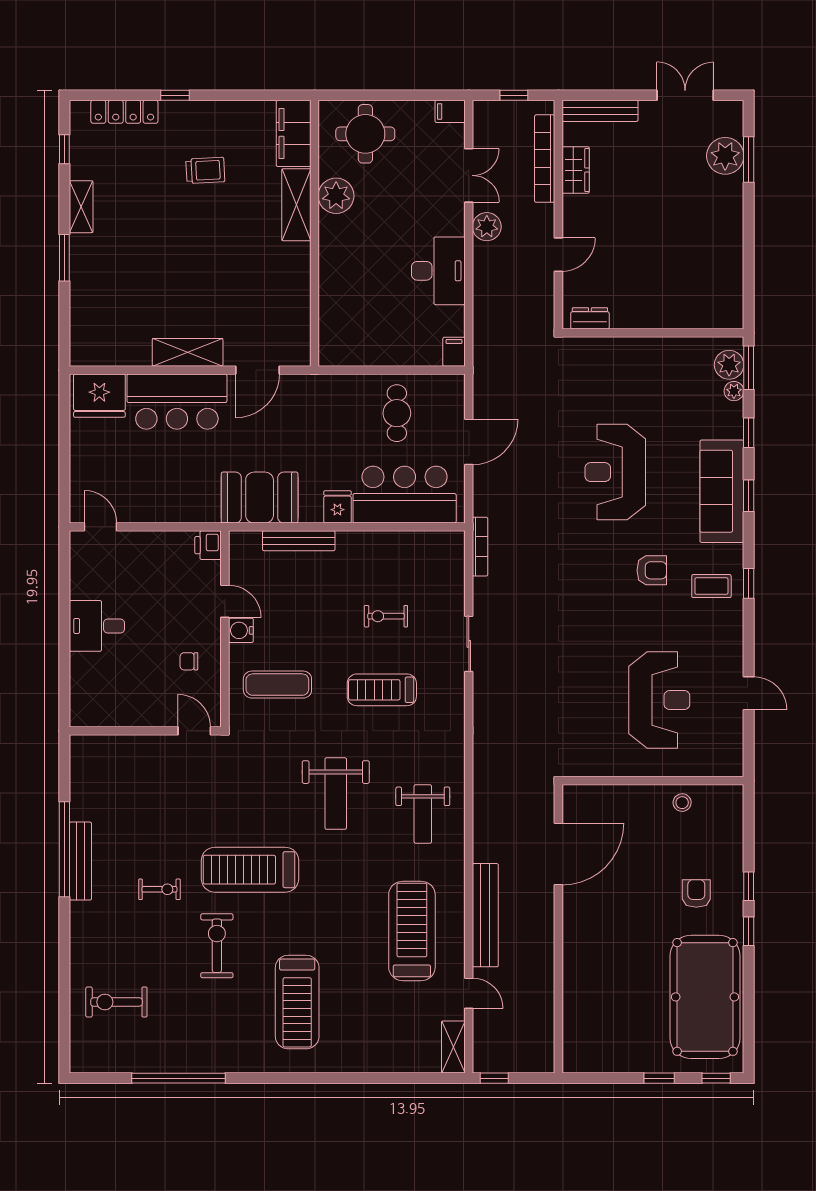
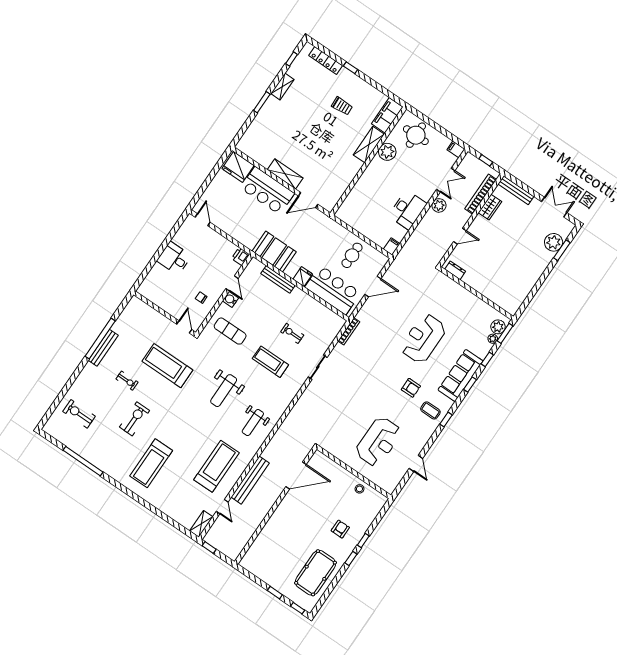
treadmill: (250, 870) -> (167, 366), moved
pool table: (705, 997) -> (315, 573), width x0.73, depth x0.76

